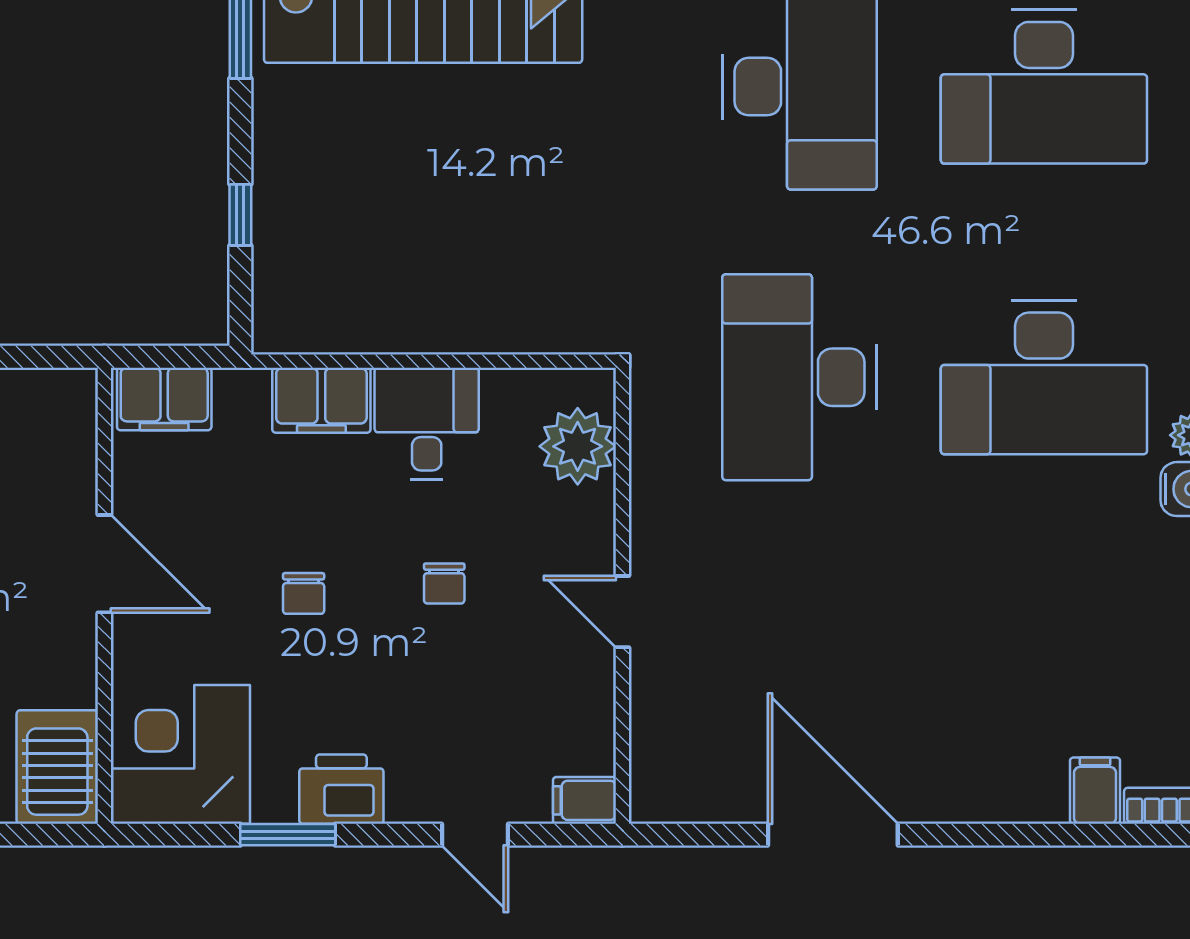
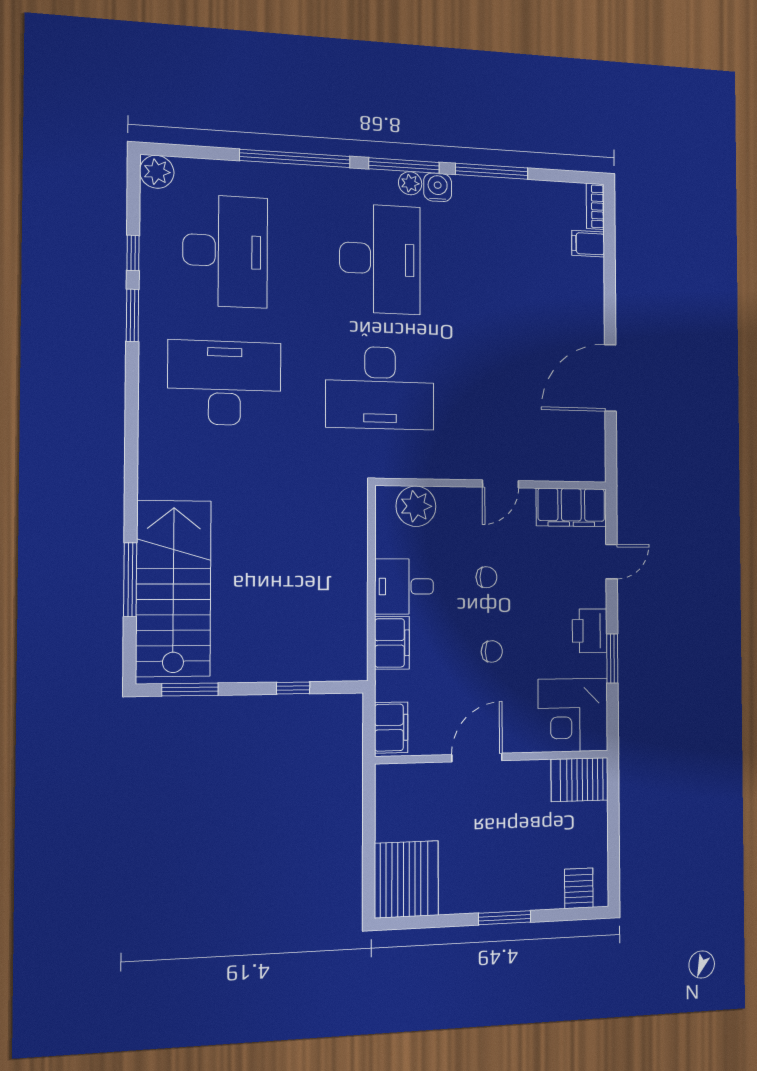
filing cabinet: (584, 800) -> (571, 507), width x3.00, depth x1.17

